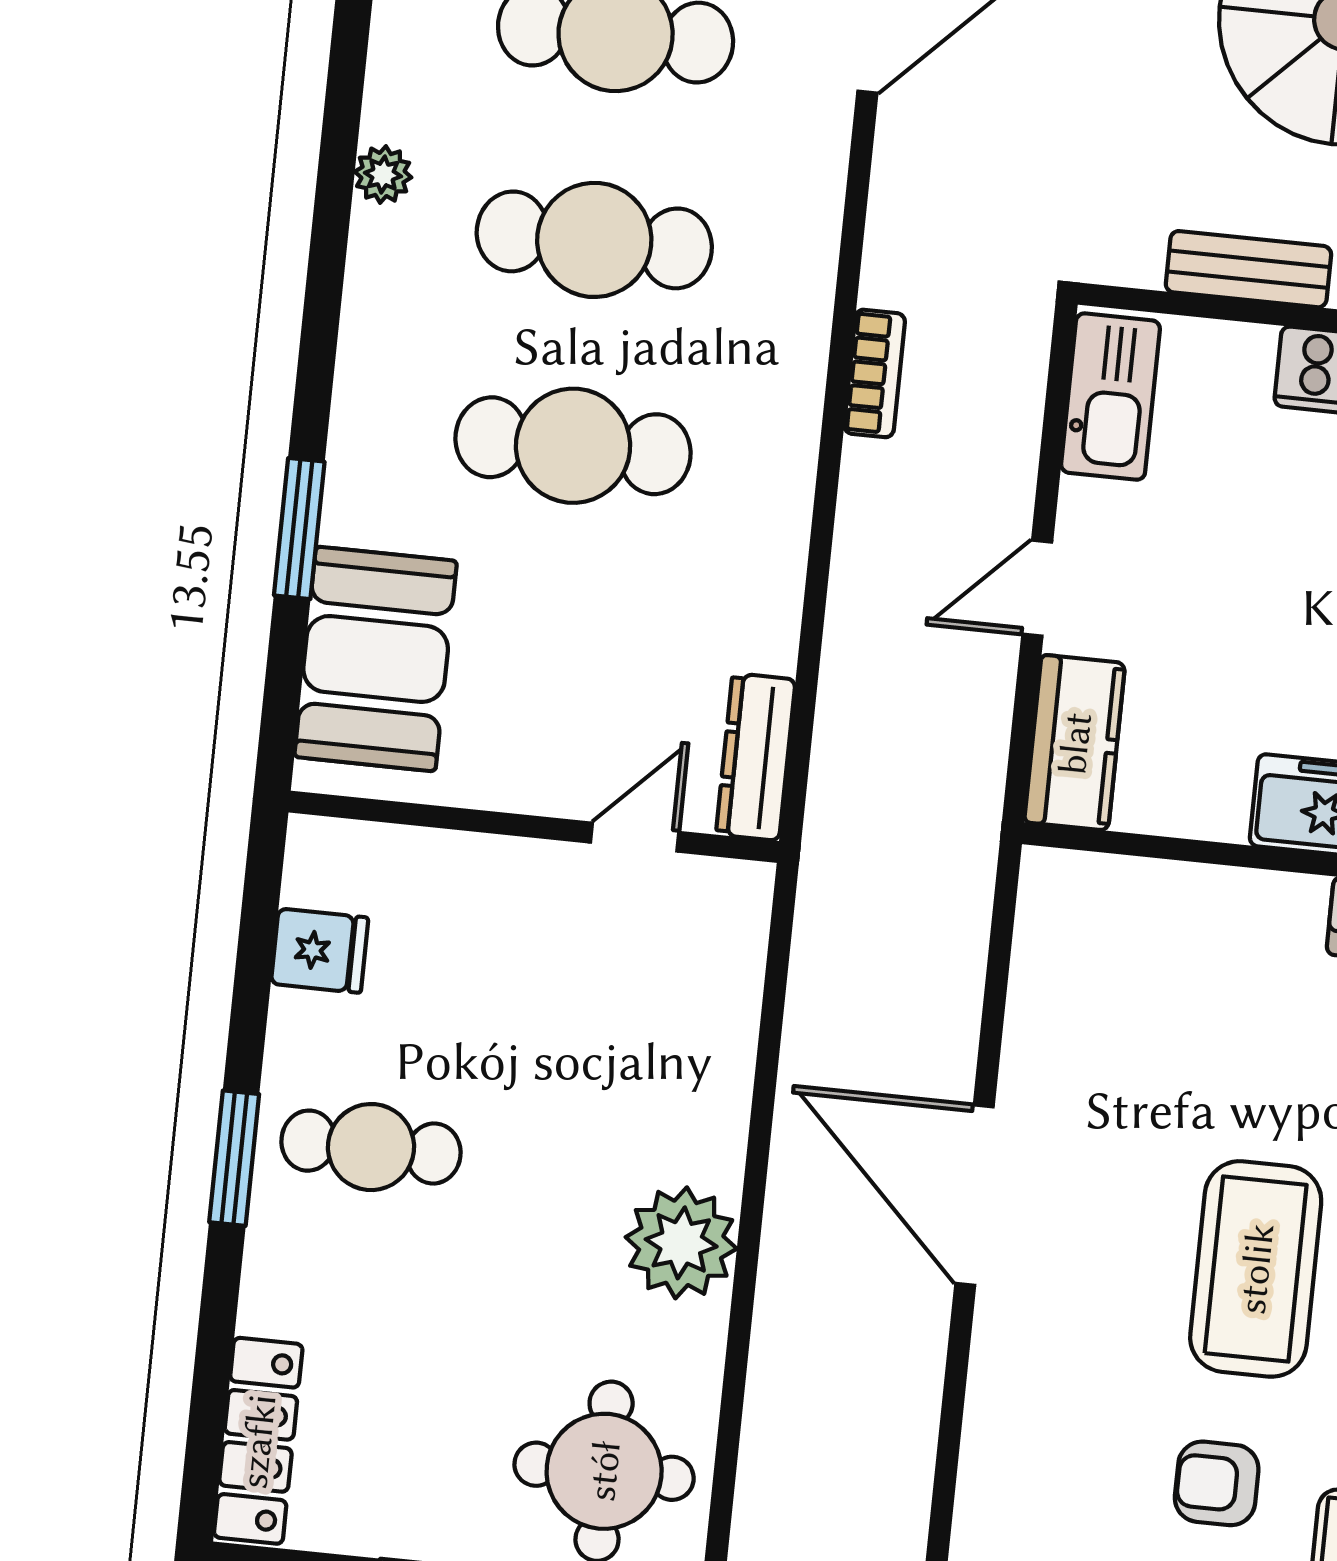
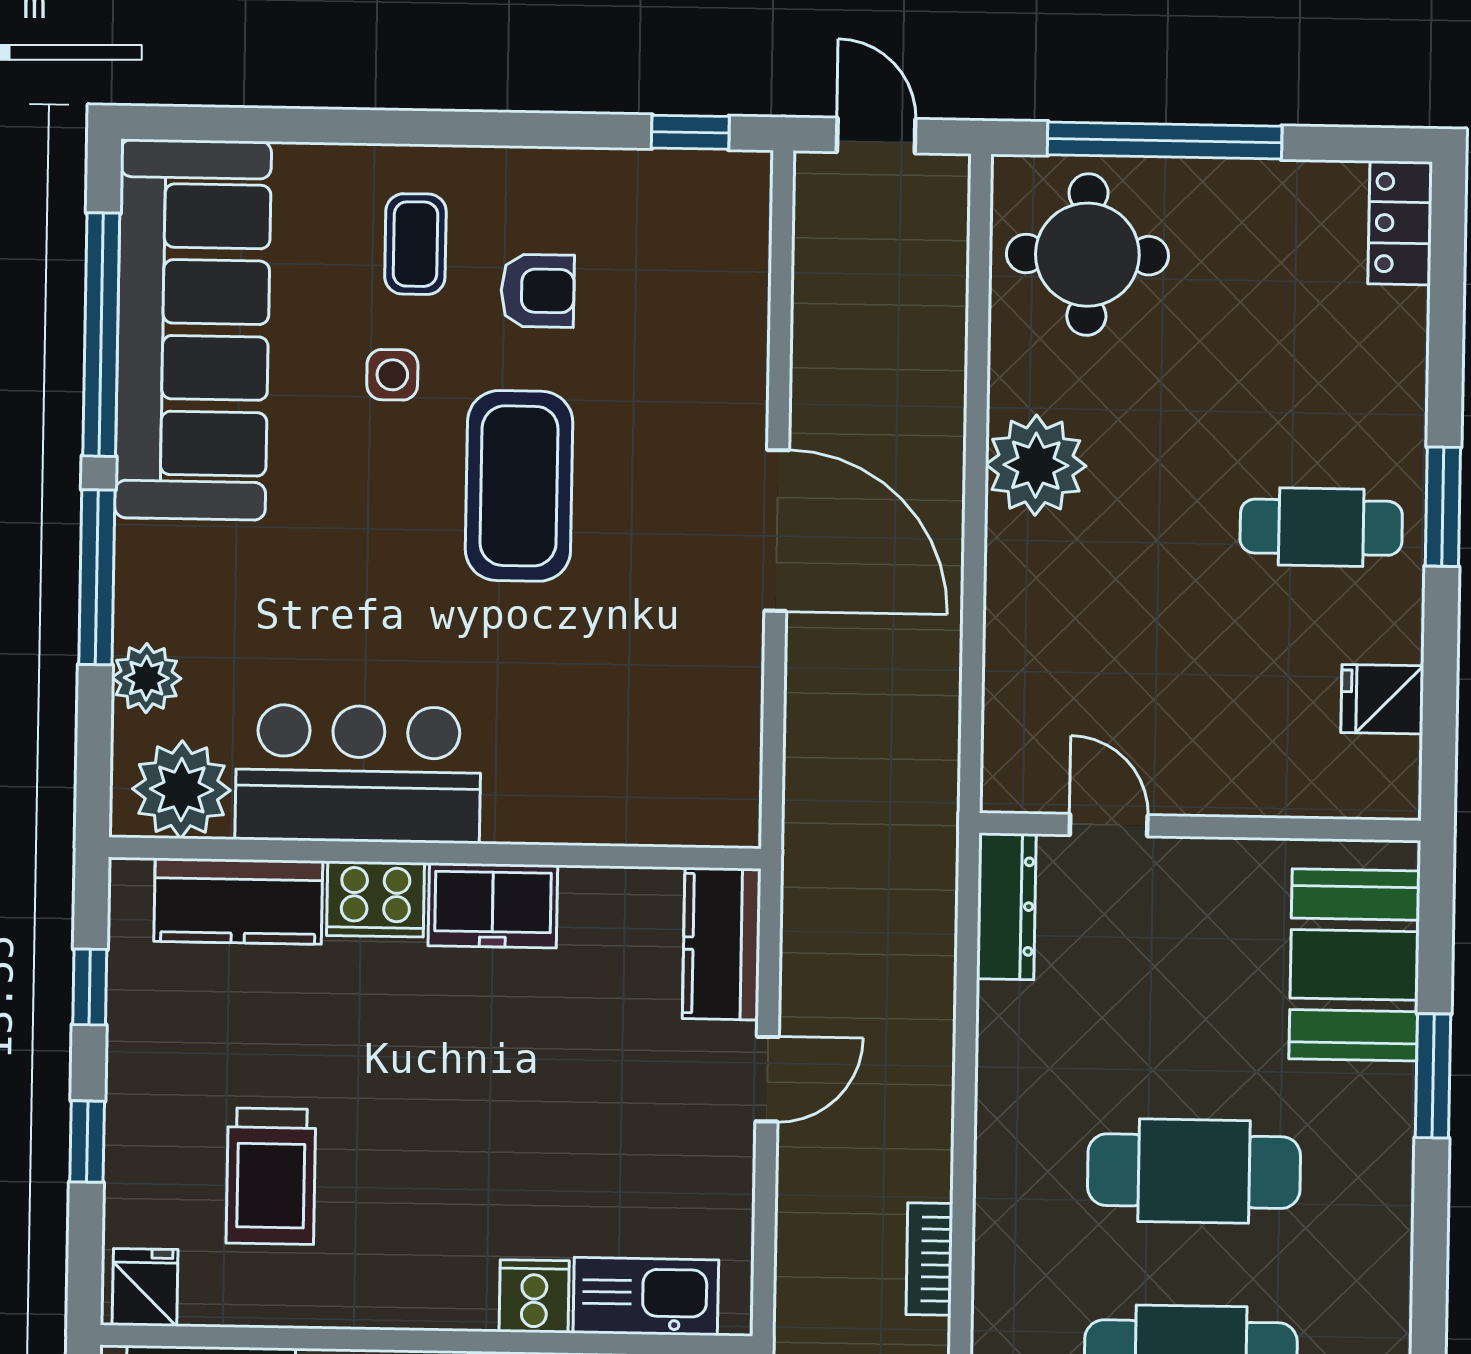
kitchen sink: (1111, 397) -> (646, 1296), moved, turned 90
door: (635, 837) -> (1109, 825), swing flipped
locker: (258, 1441) -> (1400, 223), width x0.66

